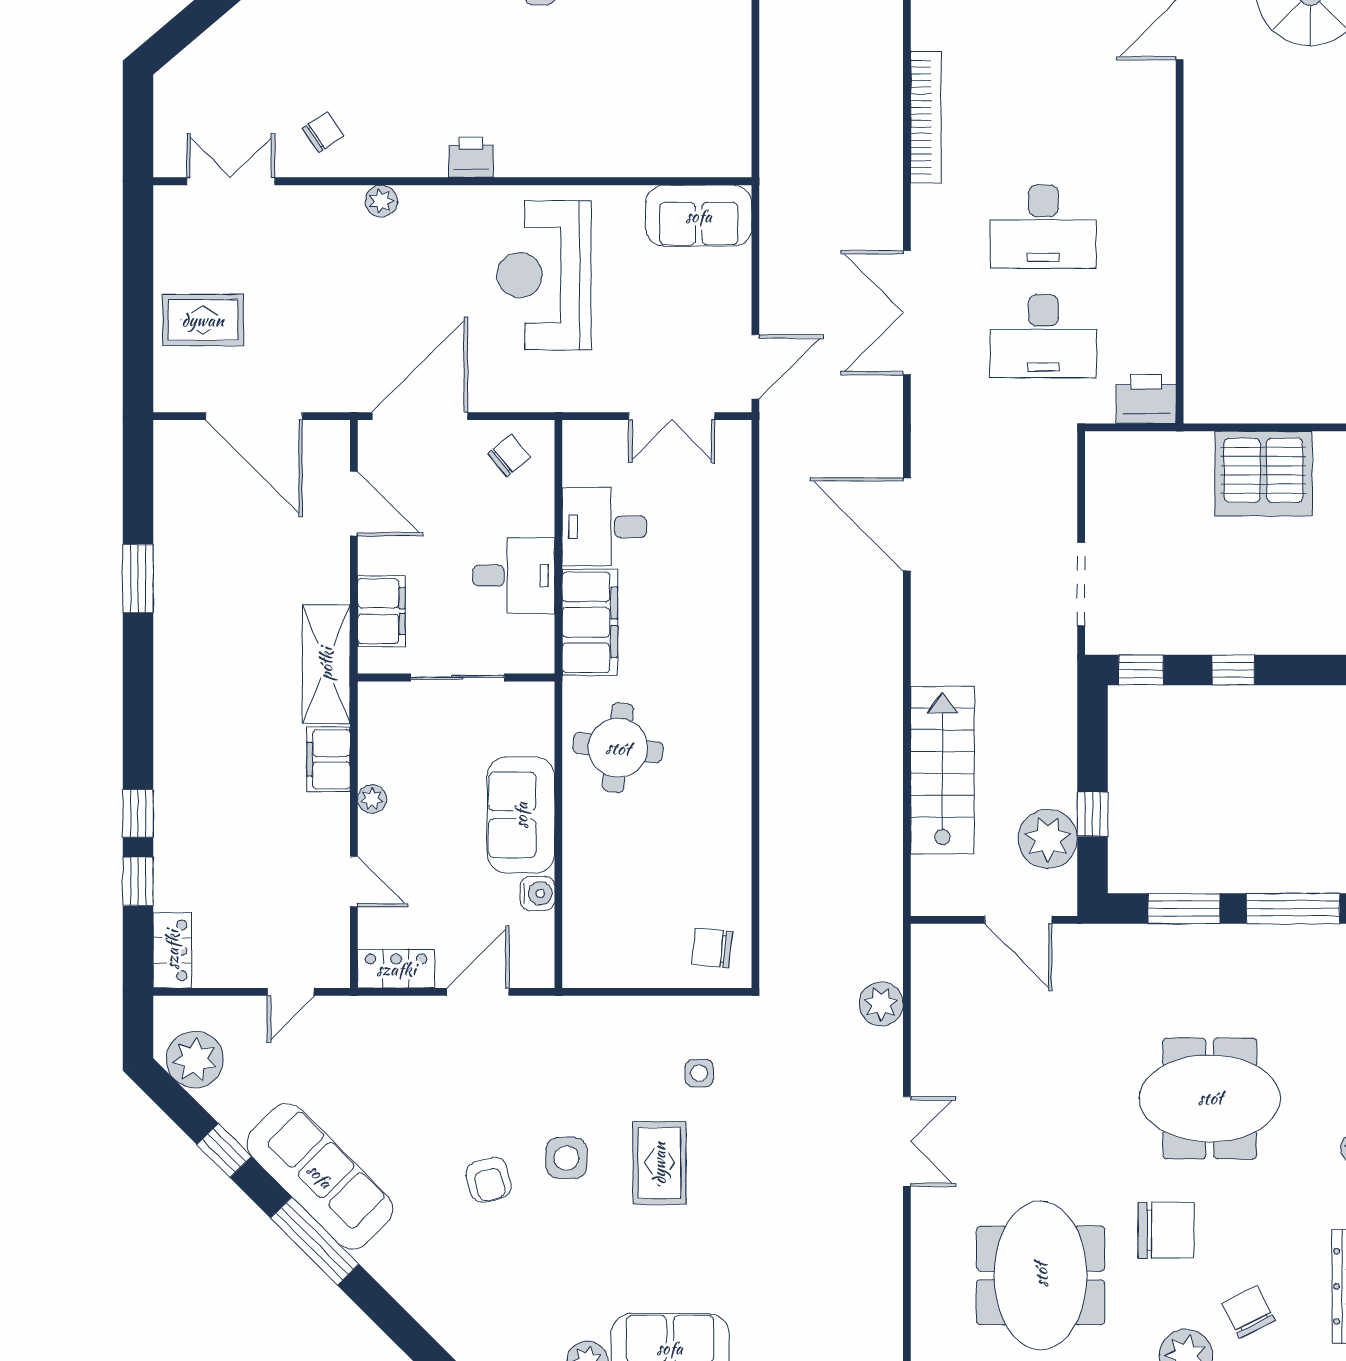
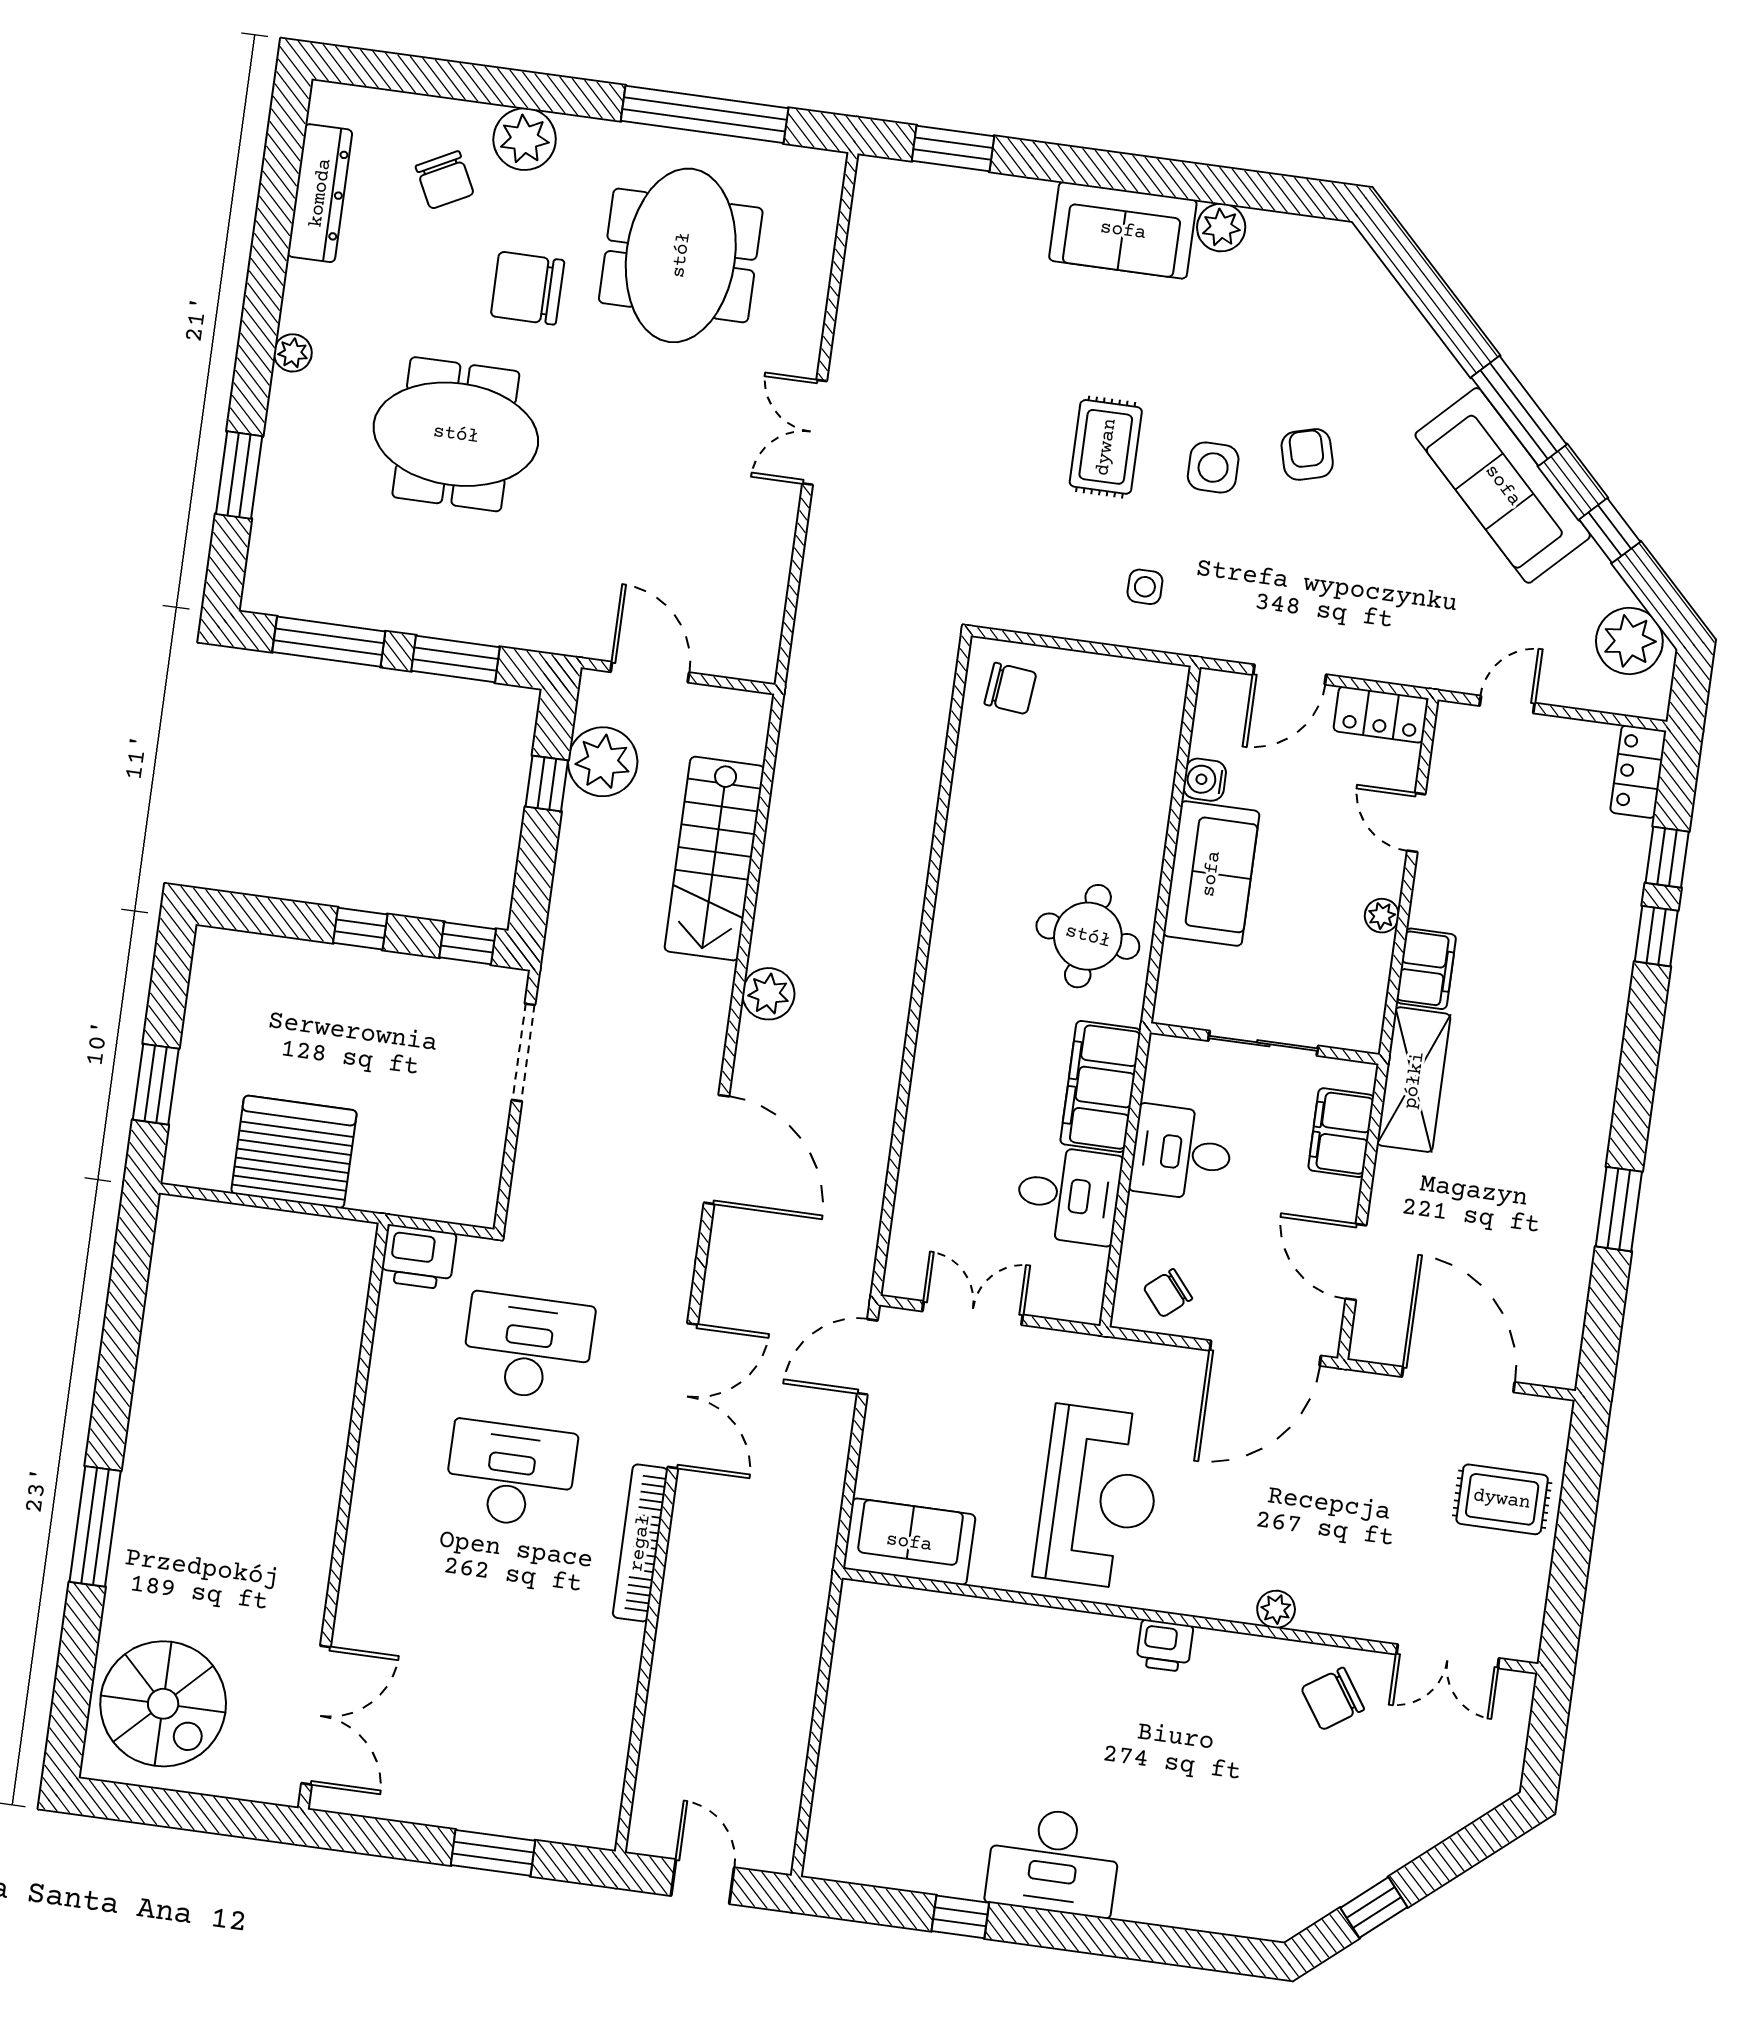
bookcase: (926, 117) -> (640, 1543), moved
chair: (323, 132) -> (1333, 1699), width x1.37, depth x1.37
plant: (881, 1004) -> (768, 994), moved
side table: (699, 1073) -> (1145, 587), moved

